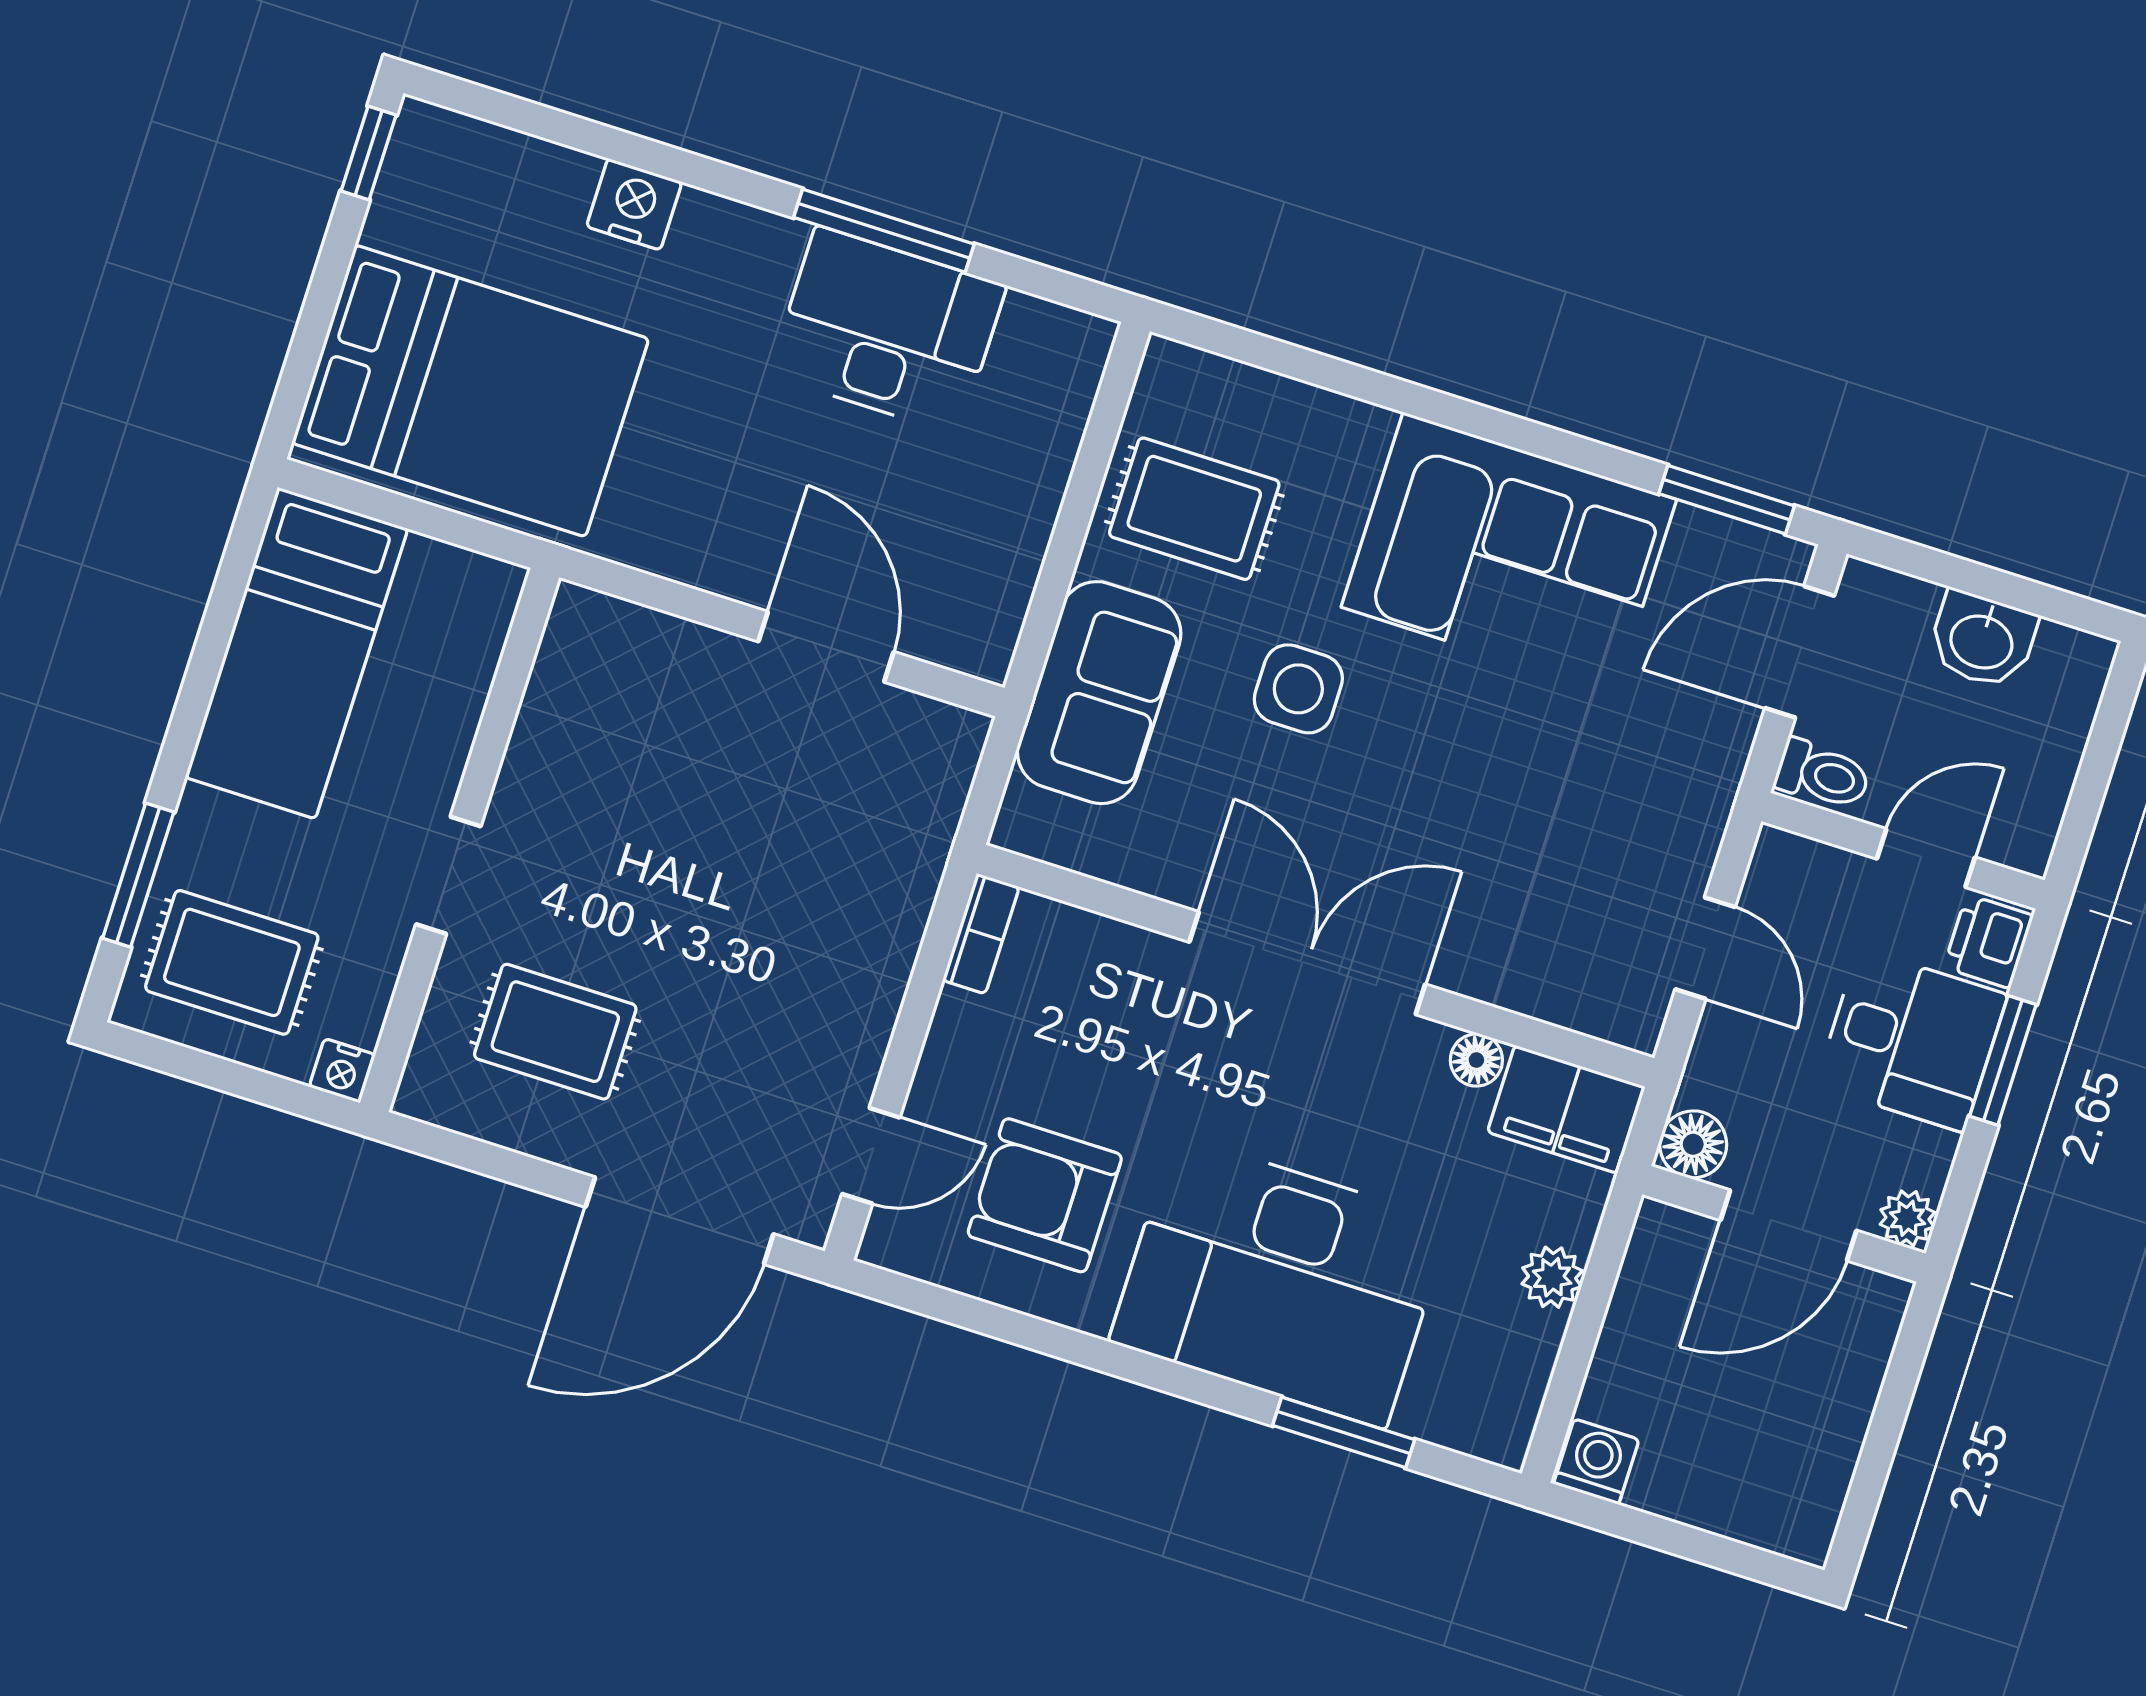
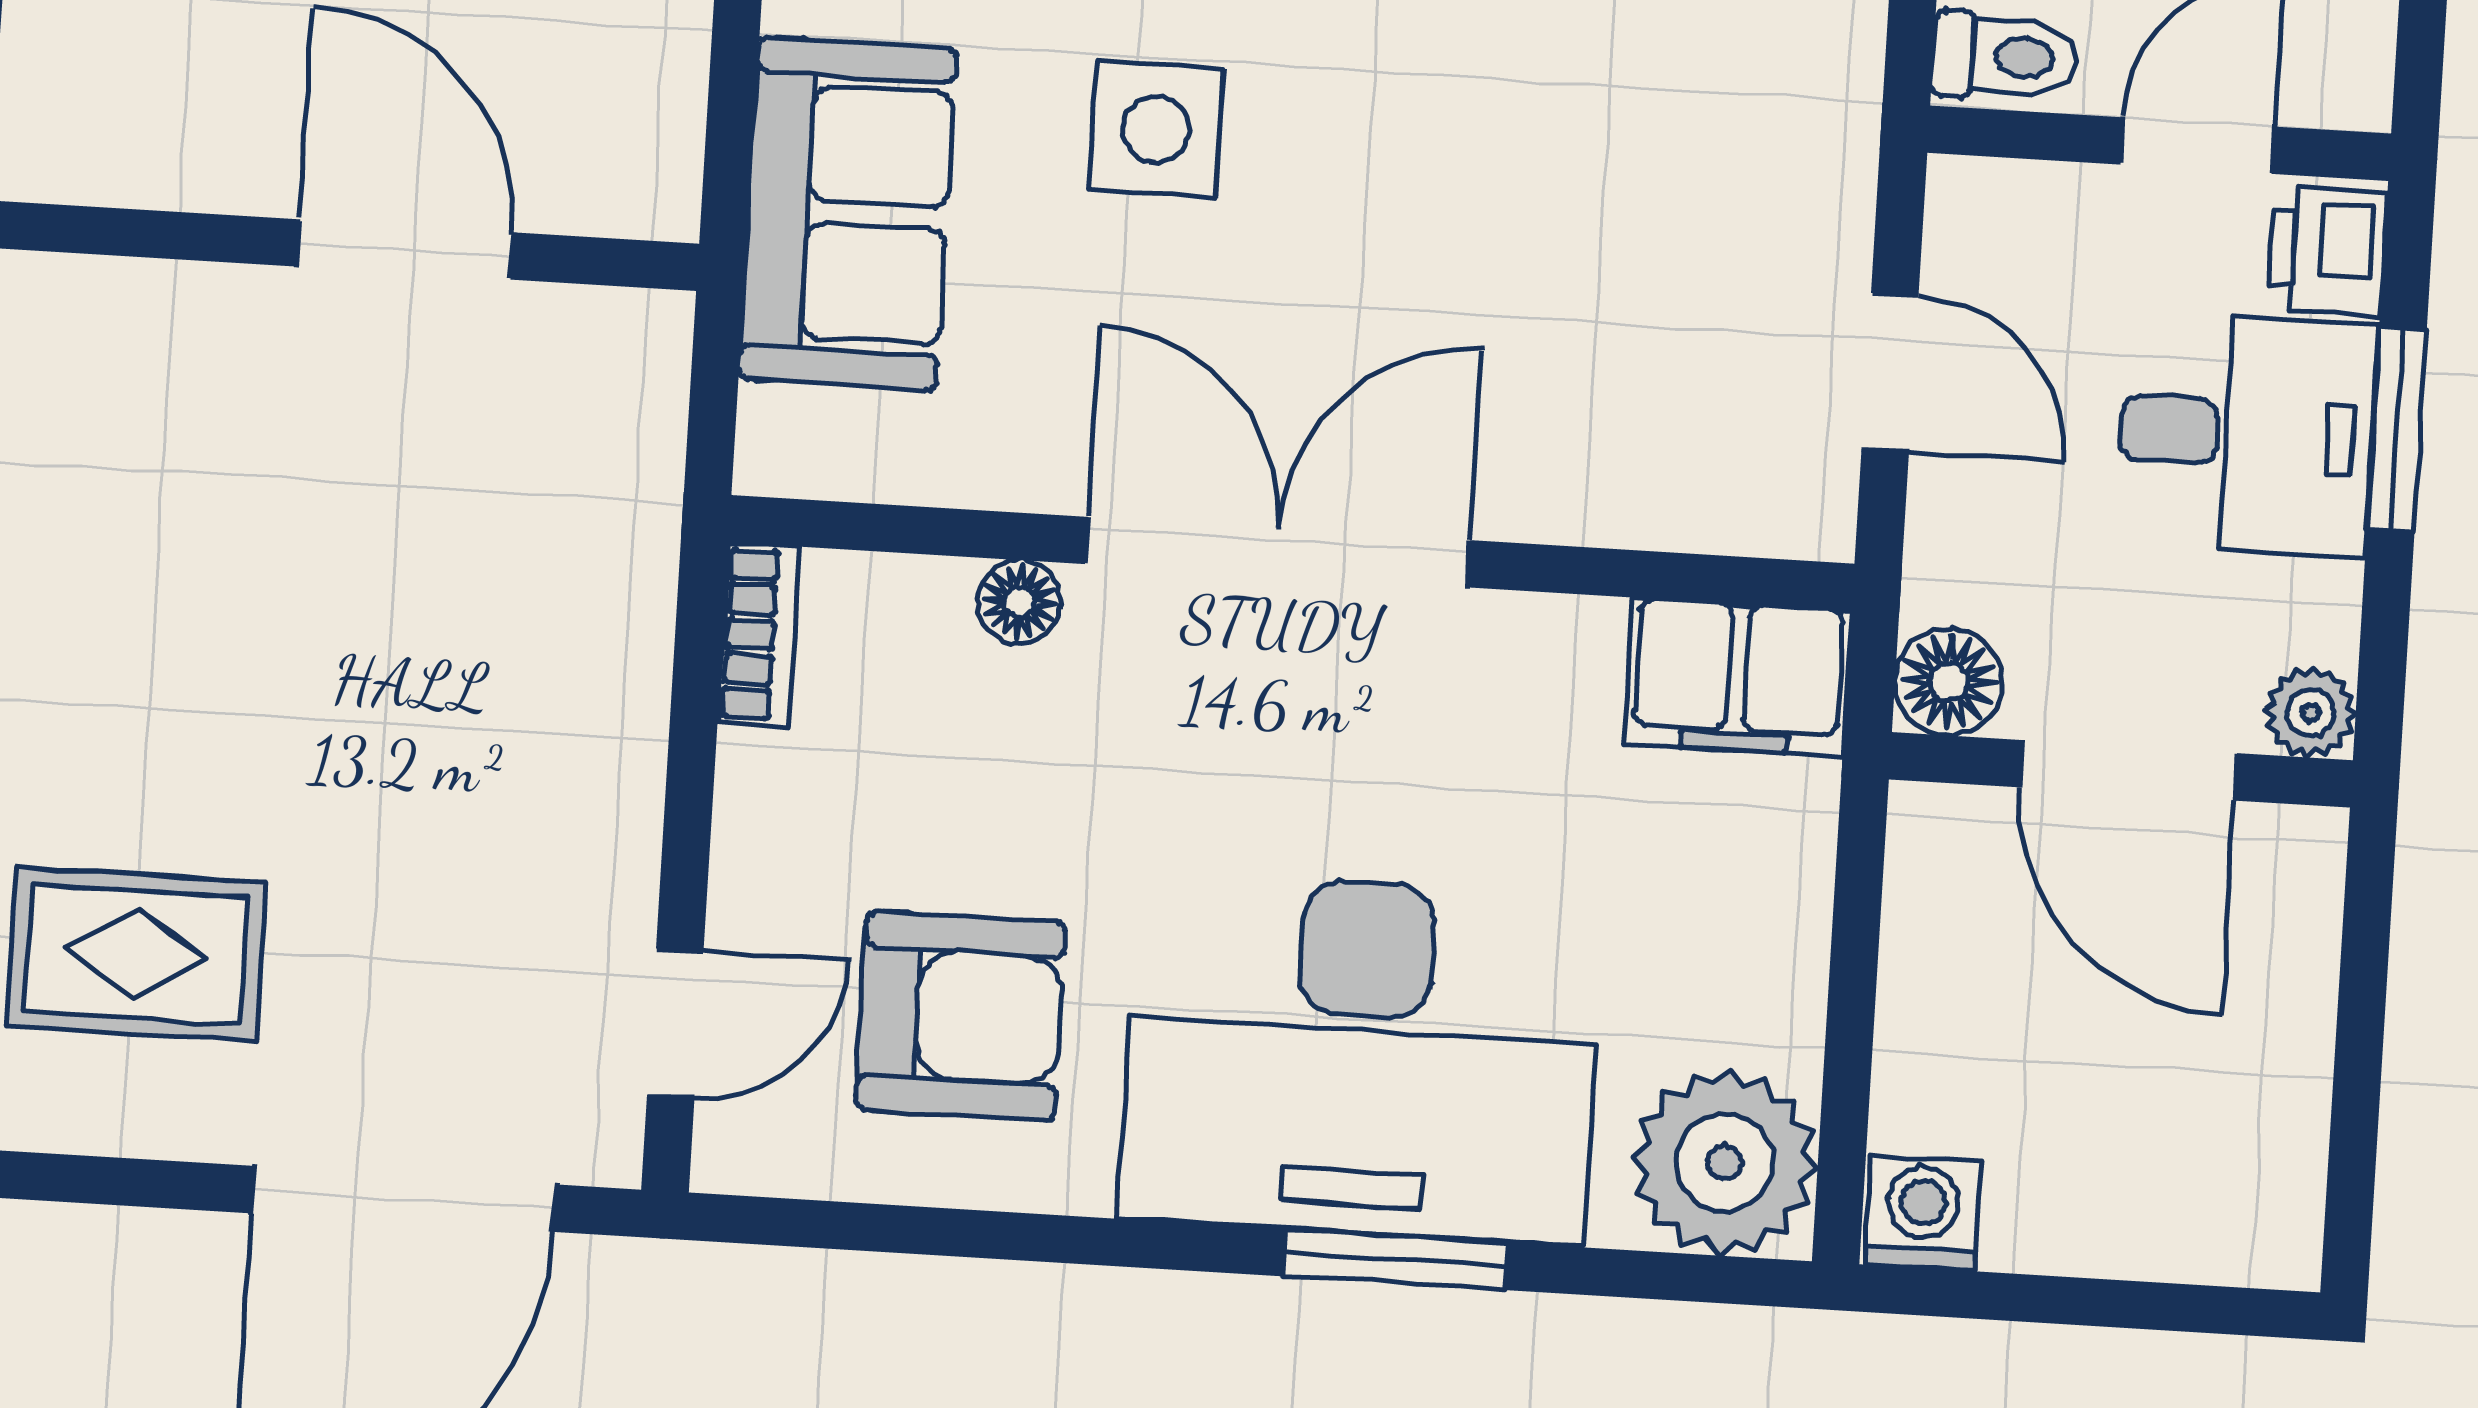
floor lamp: (1476, 1060) -> (1019, 602), moved
armchair: (1045, 1195) -> (961, 1016), turned 180
door: (1789, 1225) -> (2129, 770), hinge flipped
plant: (1552, 1277) -> (1725, 1163), moved, width x1.88, depth x1.88
window: (1344, 1432) -> (1396, 1260), moved

